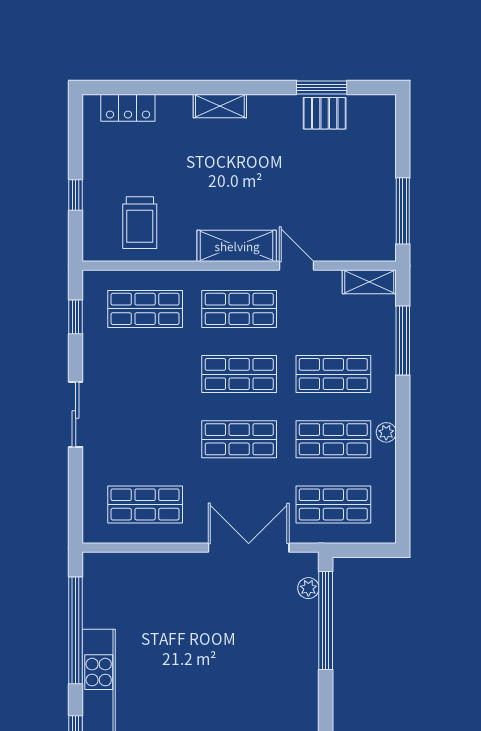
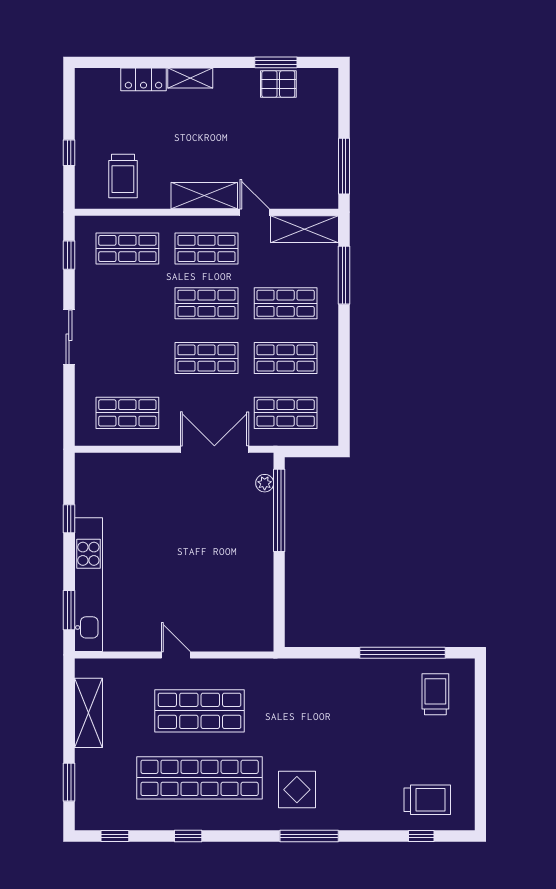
locker: (128, 108) -> (143, 79), moved
shelving: (369, 282) -> (305, 229), width x1.50, depth x1.33
plant: (386, 432) -> (330, 352), removed
window: (76, 630) -> (69, 519), width x0.32

